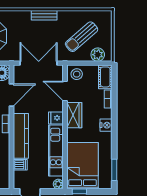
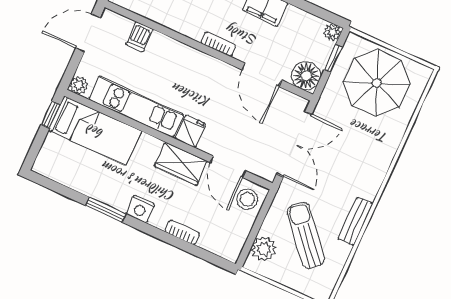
bench: (44, 15) -> (355, 221), moved
cot: (105, 77) -> (221, 244), removed
door: (65, 91) -> (228, 167), swing flipped
kitchen counter: (21, 136) -> (187, 60), removed
bed: (83, 166) -> (95, 131), width x0.67
window: (114, 170) -> (106, 210), moved

